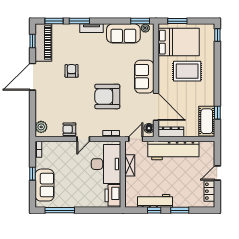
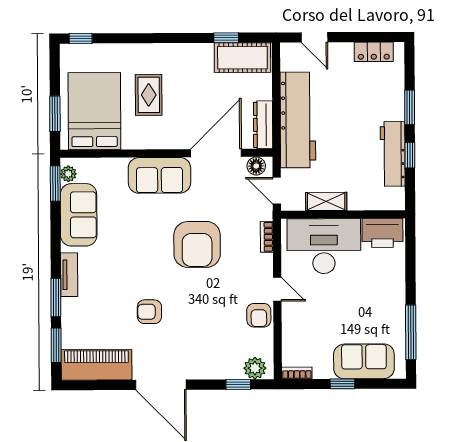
window: (33, 41) -> (238, 384), moved
rug: (187, 71) -> (149, 95), width x0.73, depth x0.70
door: (217, 173) -> (314, 37), moved

